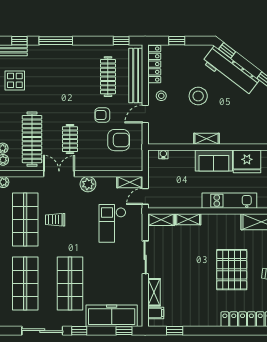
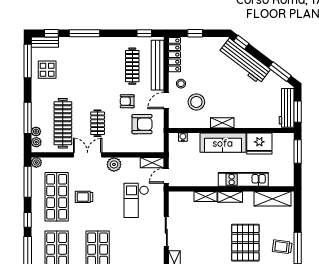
stool: (198, 96) -> (196, 102), moved
sofa: (214, 160) -> (223, 143), width x1.36
shelving: (161, 220) -> (230, 197), moved

